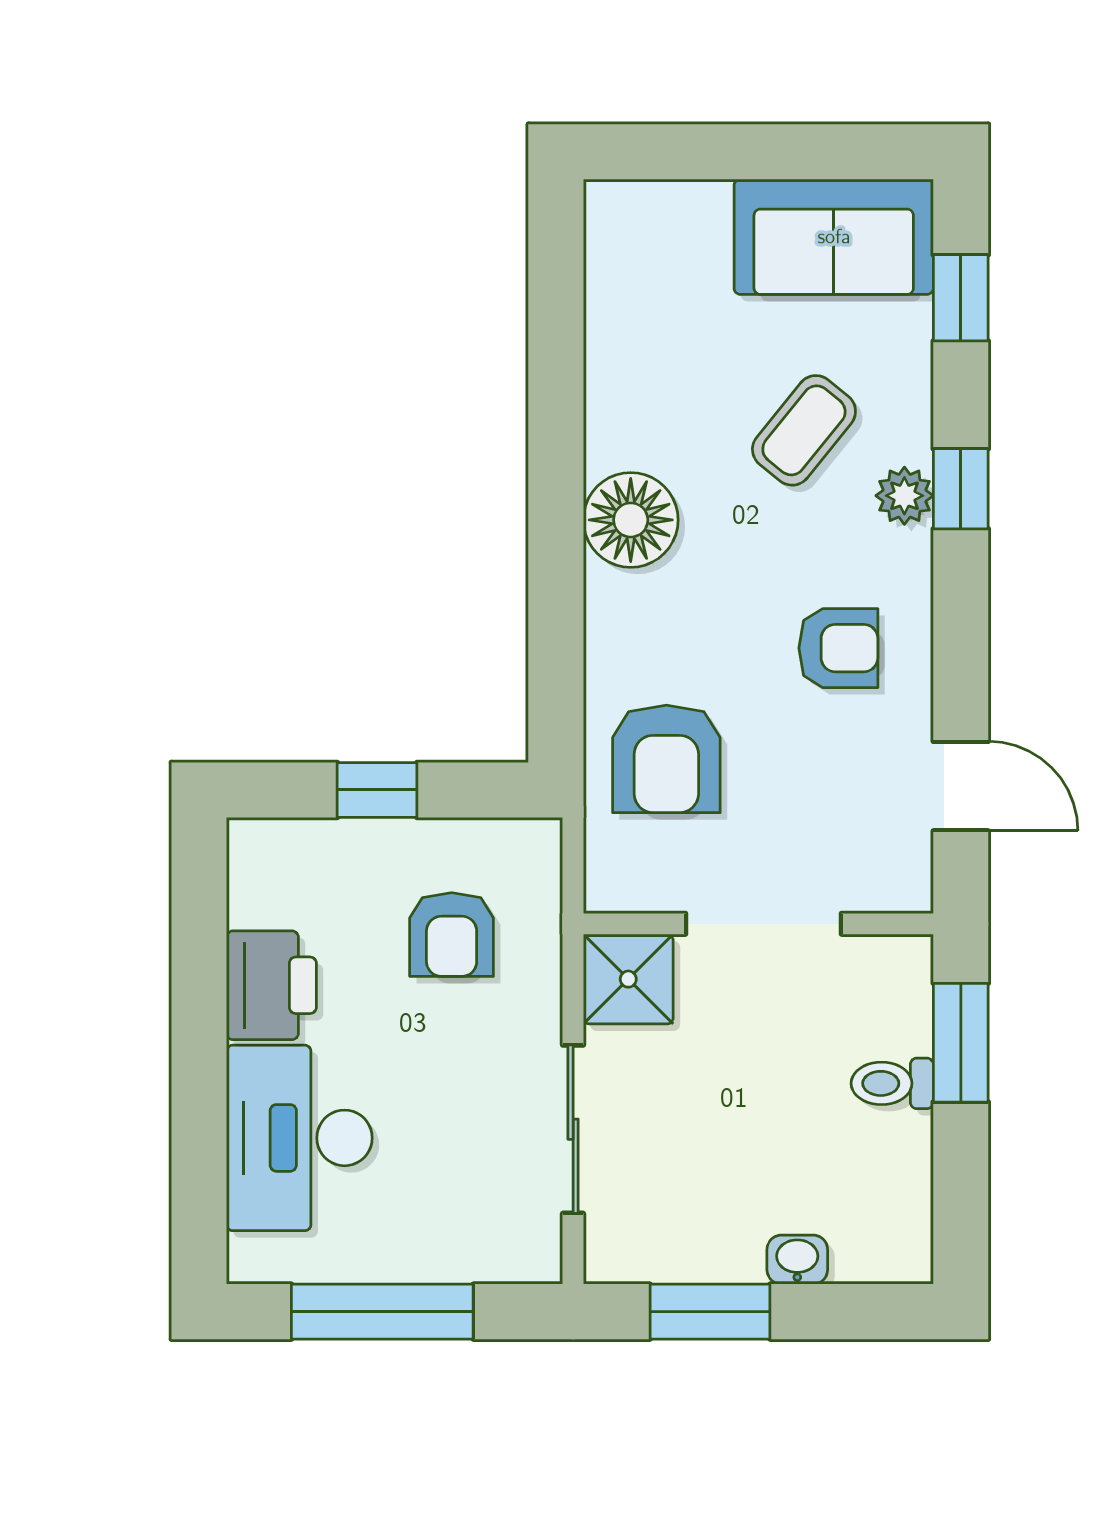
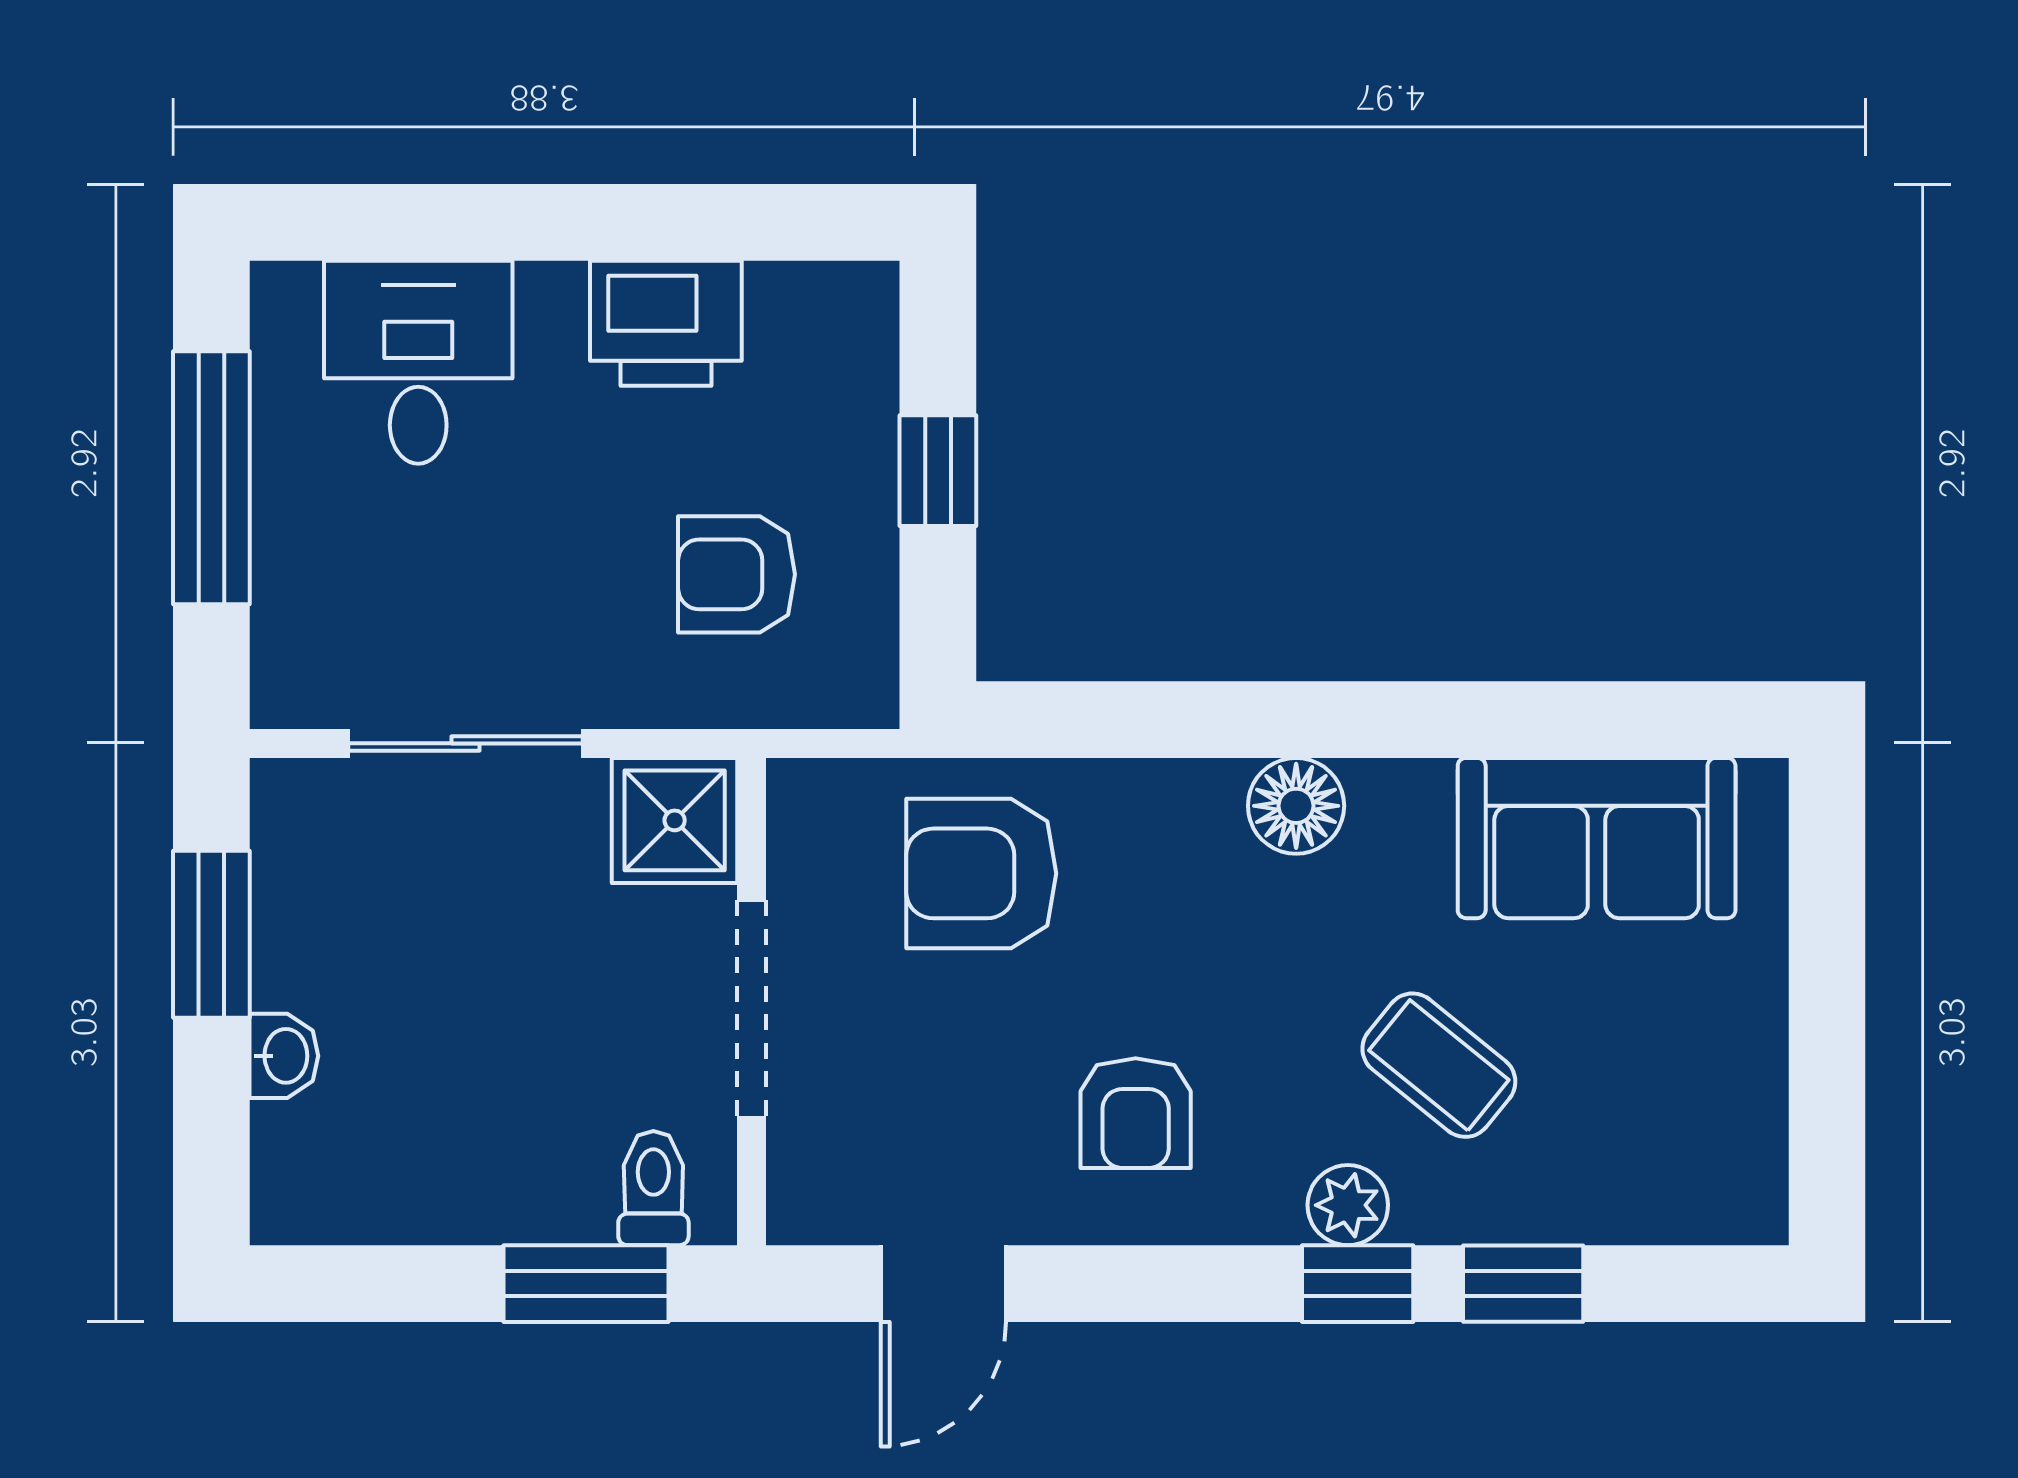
sofa: (834, 237) -> (1597, 838), moved, turned -90
window: (961, 298) -> (1523, 1284), moved
floor lamp: (631, 520) -> (1296, 806), width x0.73, depth x0.73
toilet: (892, 1083) -> (653, 1188), moved
desk: (299, 1138) -> (418, 362), width x0.73

